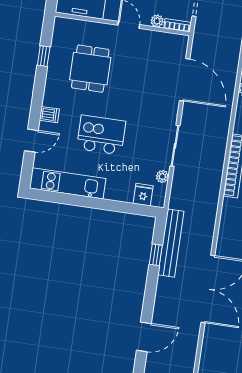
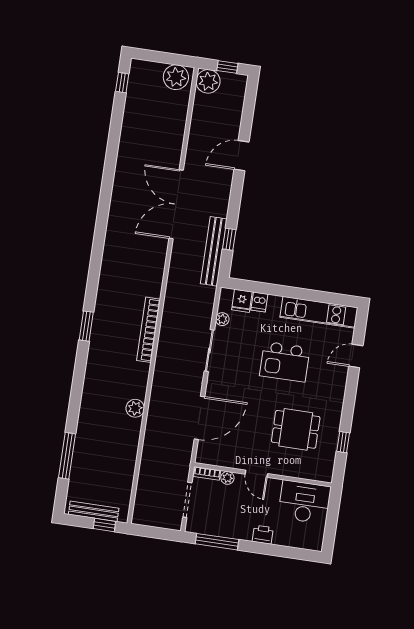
dining table: (90, 69) -> (296, 429), turned 90
door: (185, 80) -> (199, 418), swing flipped
dishwasher: (49, 115) -> (259, 302), moved, turned -90

